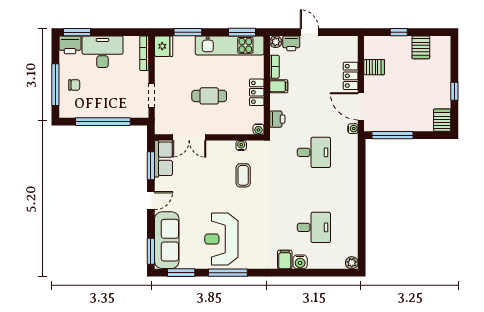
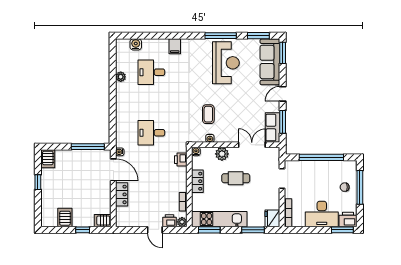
server rack: (374, 67) -> (103, 221), moved
filing cabinet: (279, 86) -> (180, 186), removed
plant: (226, 126) -> (222, 154), added
water cooler: (300, 262) -> (136, 44), moved
plant: (352, 263) -> (121, 77), moved

